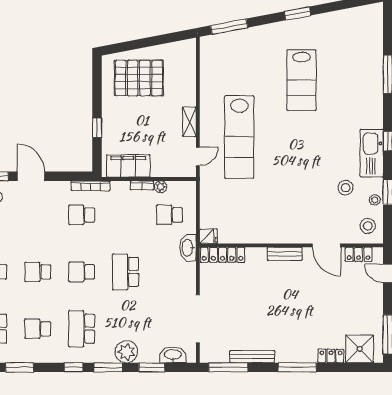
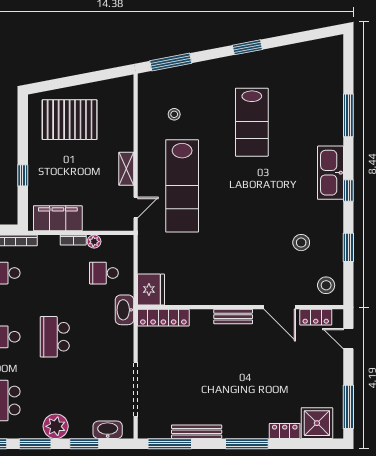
kitchen sink: (372, 153) -> (330, 173), moved
stool: (375, 200) -> (174, 114), moved
fridge: (208, 236) -> (151, 289), width x1.88, depth x1.34

